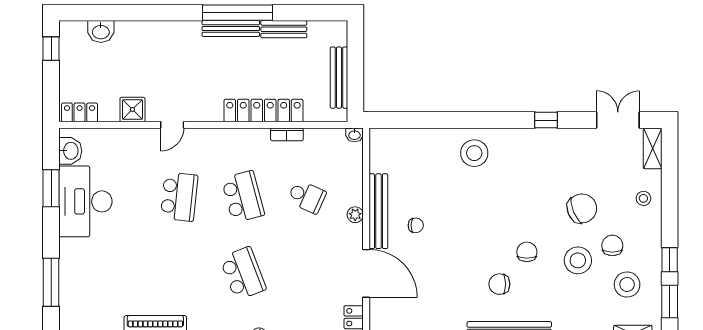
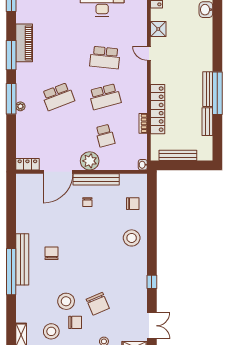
school desk: (307, 197) -> (105, 136), turned -39
plant: (355, 215) -> (90, 161), width x1.87, depth x1.87
chair: (527, 252) -> (133, 204), moved

